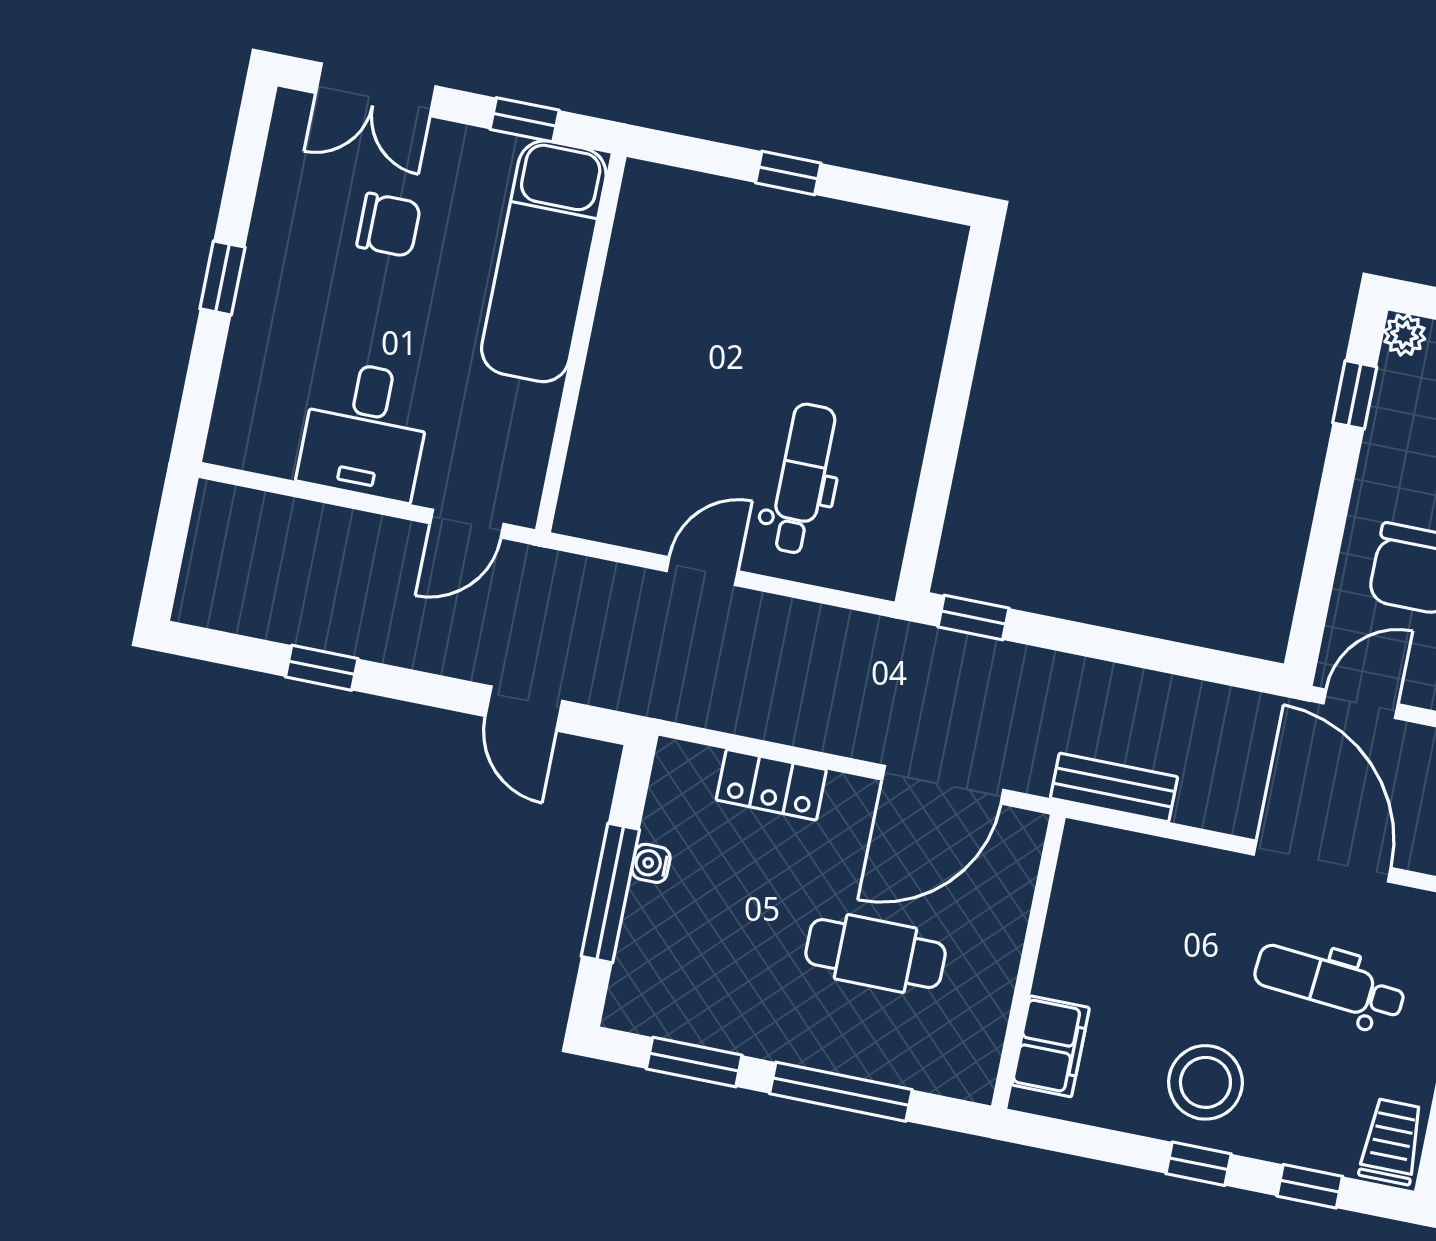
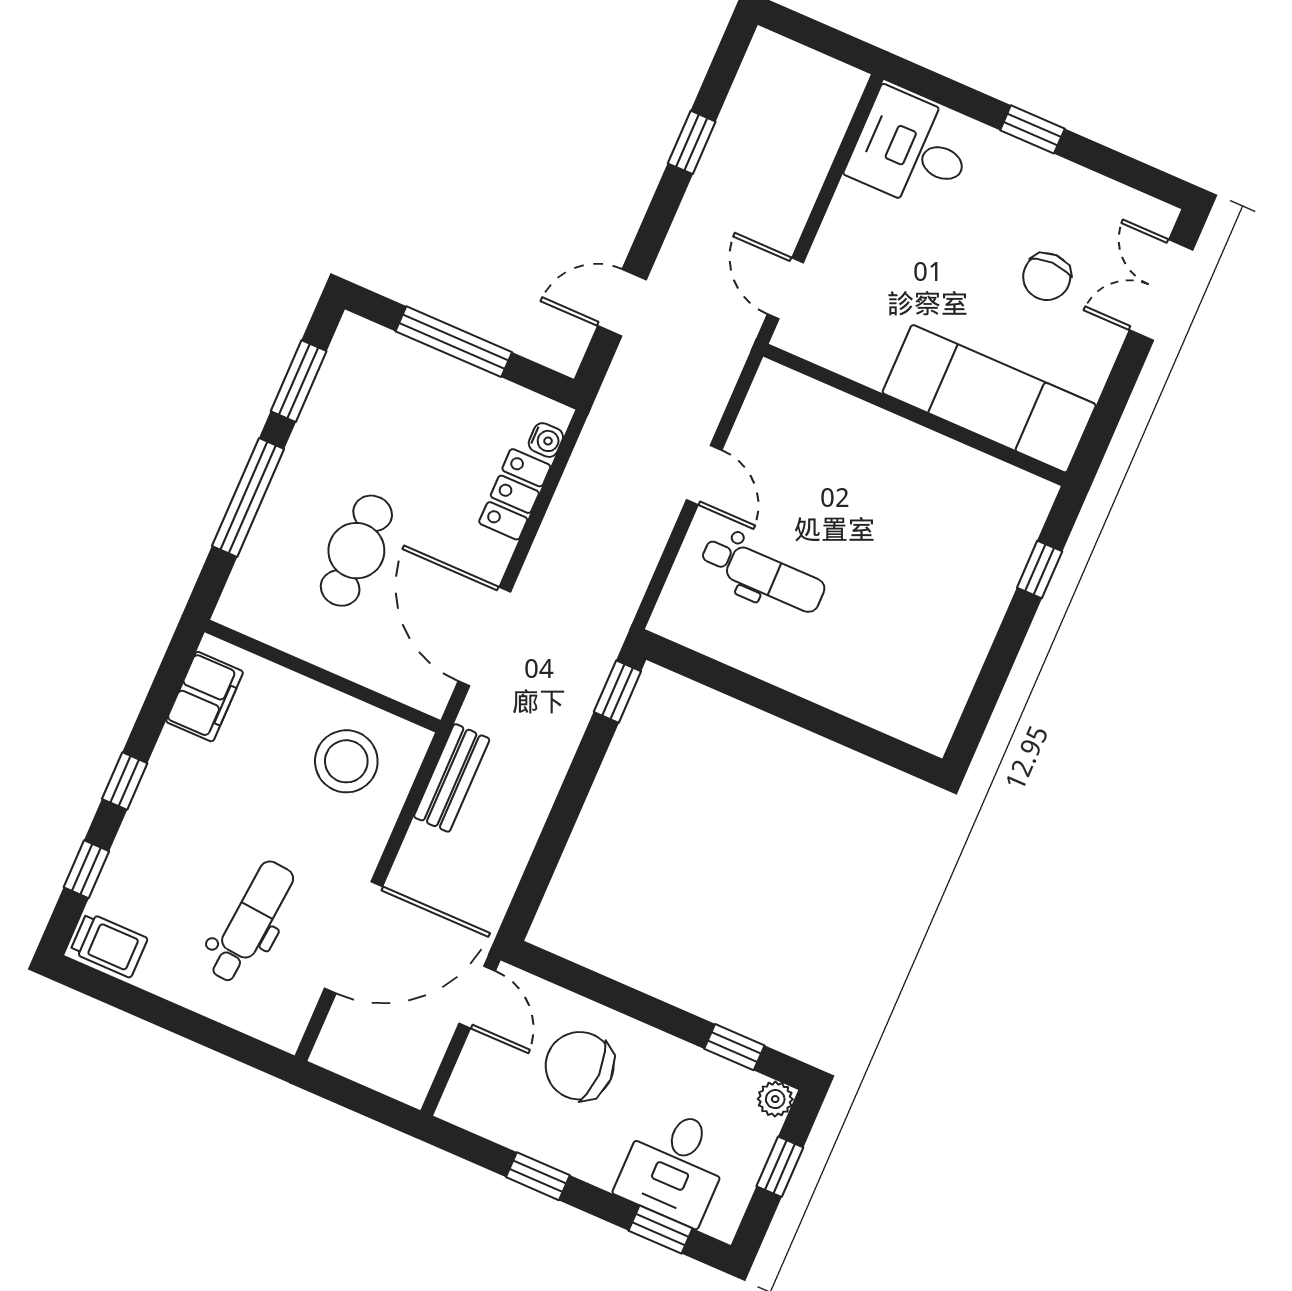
window: (525, 120) -> (1110, 408), removed
window: (788, 173) -> (1040, 570), moved
desk: (365, 430) -> (912, 150), moved
water cooler: (651, 863) -> (546, 440), moved, turned 90
filing cabinet: (1051, 1046) -> (205, 697), moved, turned -90
stool: (1205, 1082) -> (346, 761), moved

